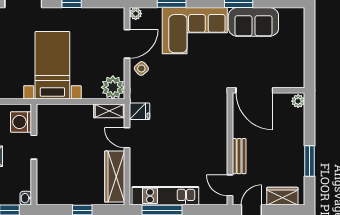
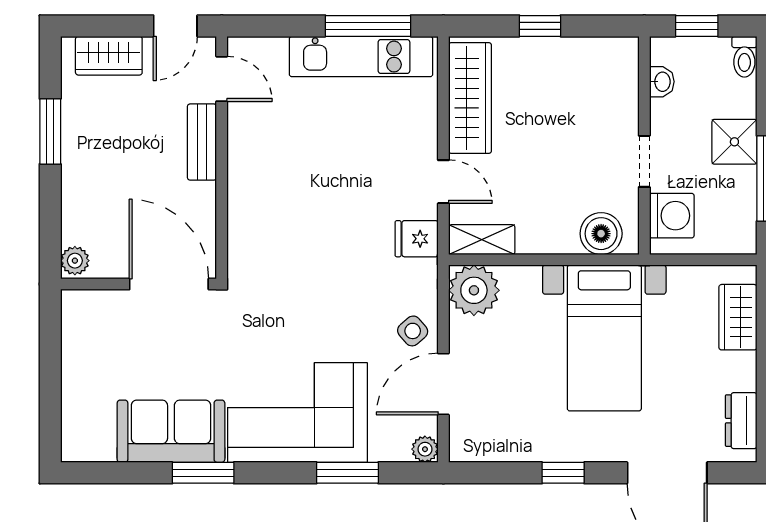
boiler: (54, 114) -> (601, 234), added
washbasin: (26, 198) -> (662, 82), moved

